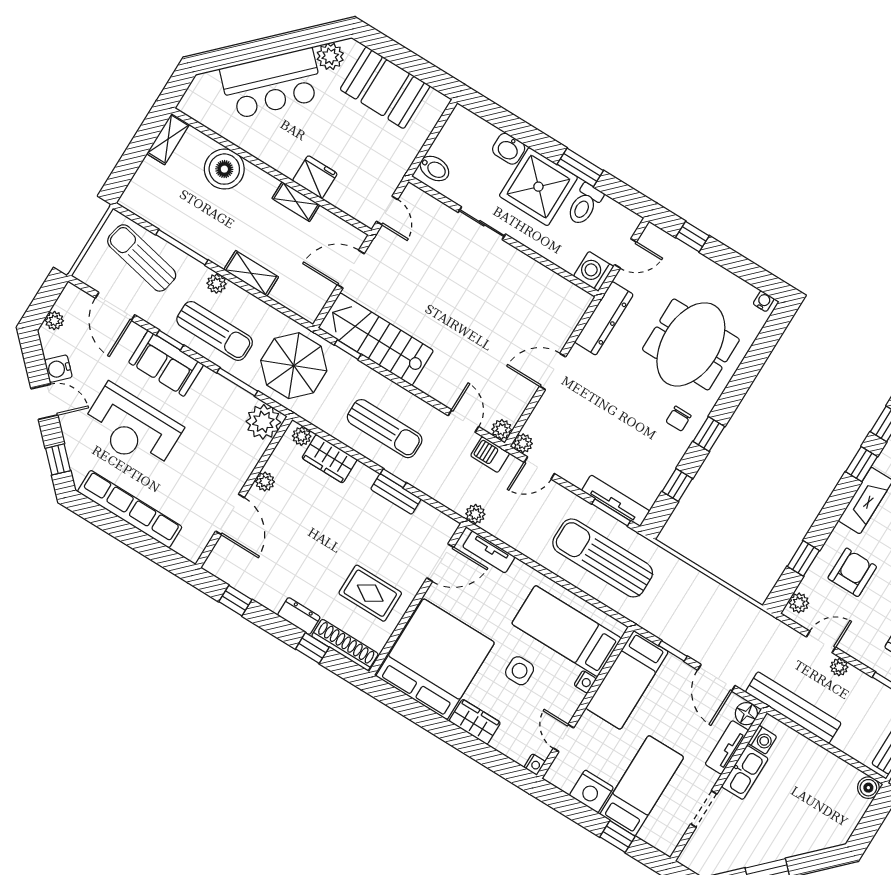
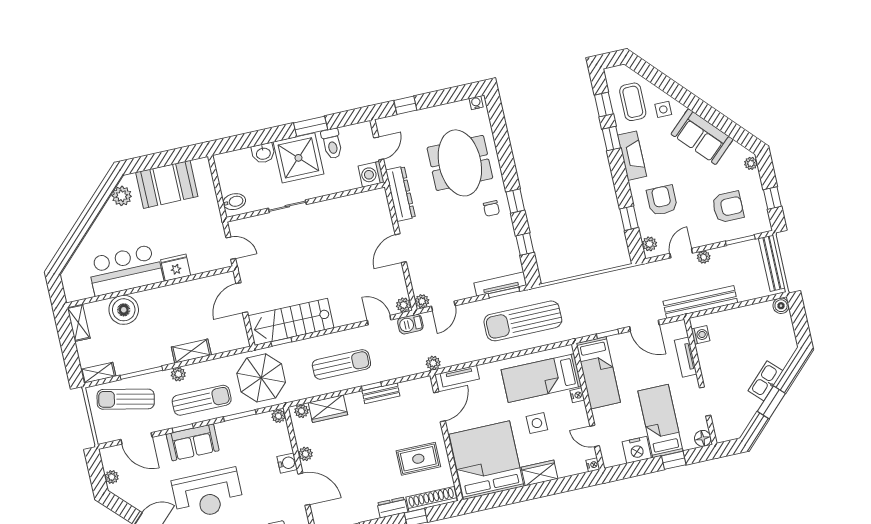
bar counter: (272, 84) -> (125, 270), moved, turned -135
shelving: (296, 202) -> (98, 373), moved
water cooler: (58, 369) -> (287, 463), moved, turned -135
plant: (263, 422) -> (279, 416), width x0.53, depth x0.53
floor lamp: (746, 714) -> (703, 438), moved
kitchen sink: (745, 772) -> (766, 381), moved, turned -135

